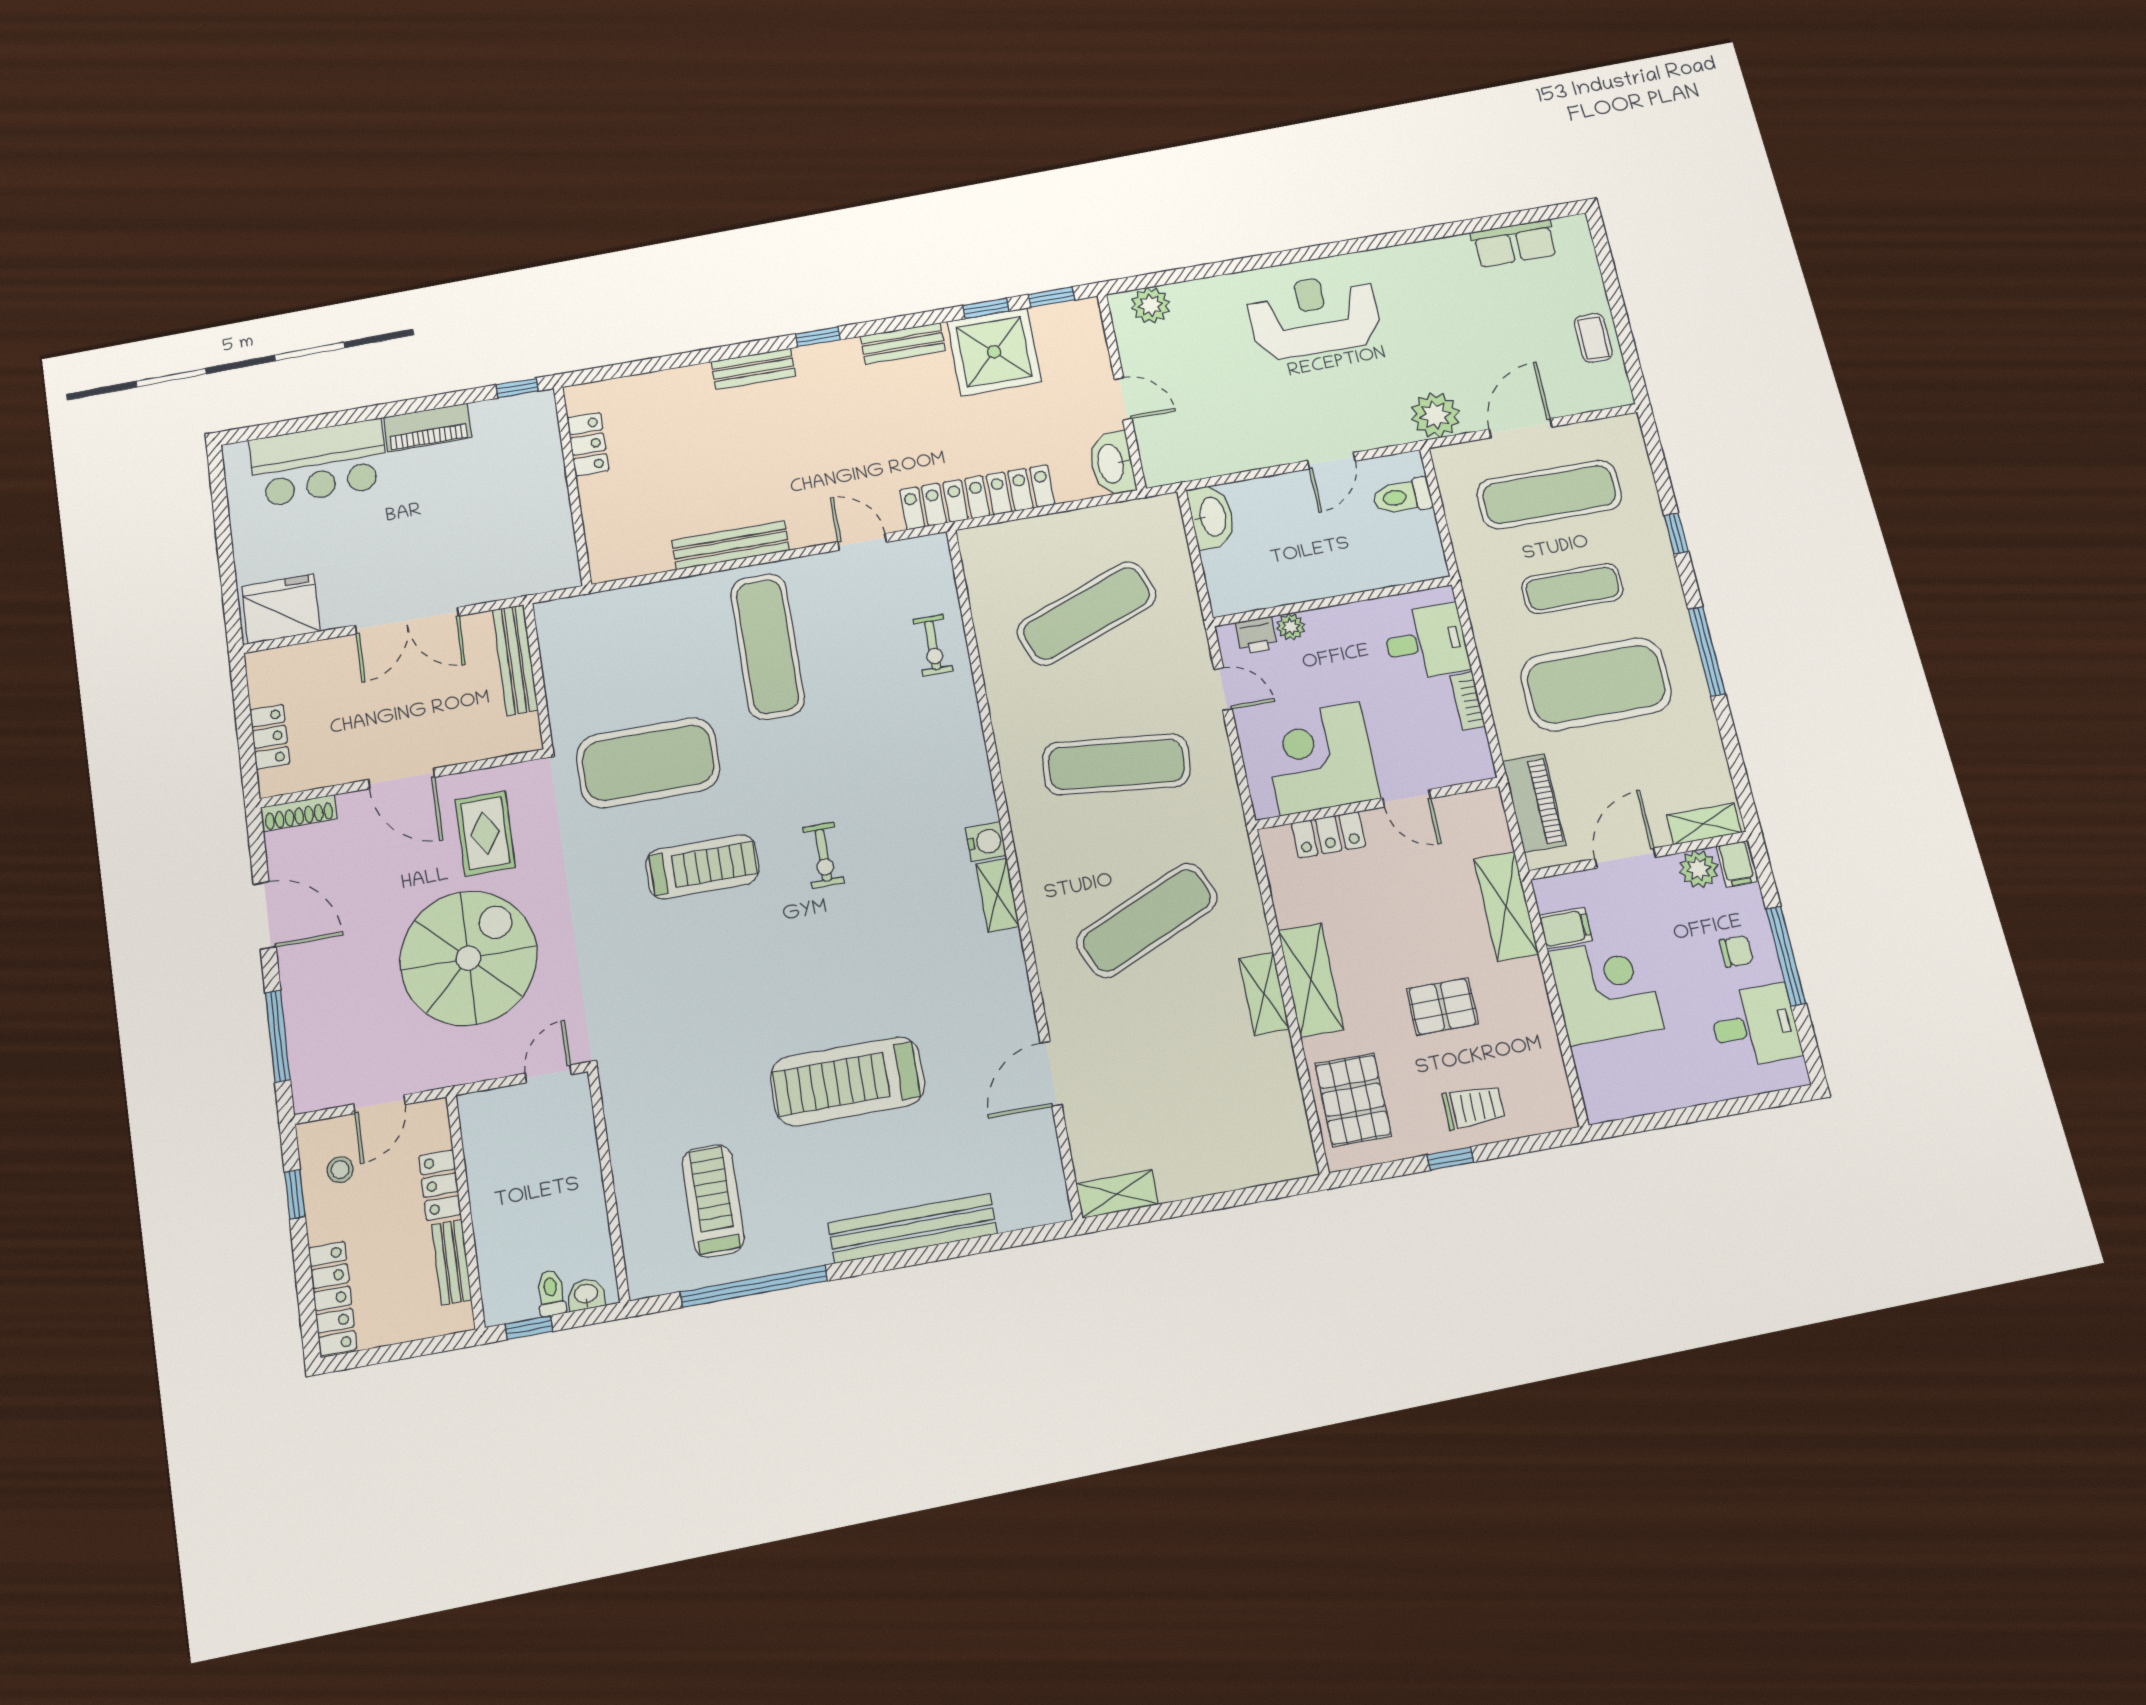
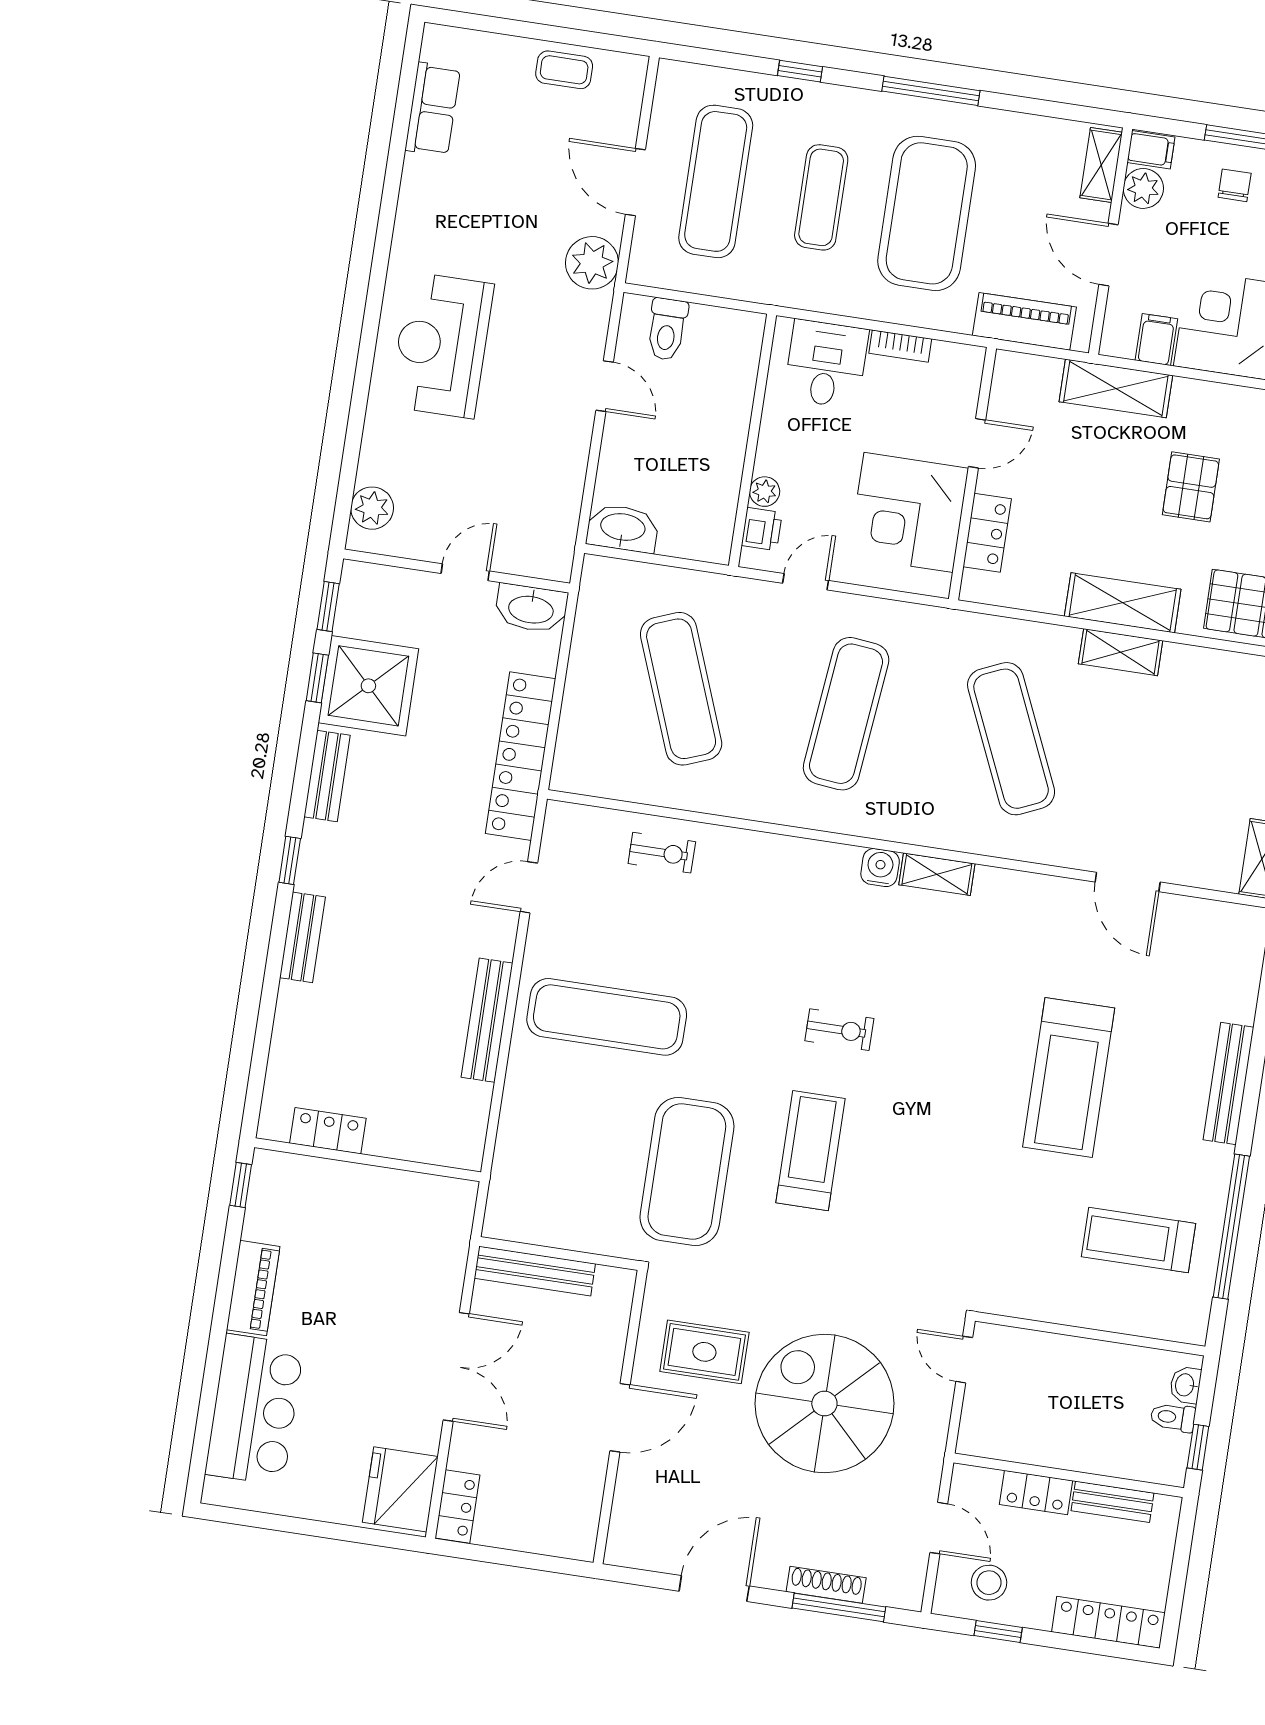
locker: (270, 737) -> (457, 1506), moved, turned 90
shoe rack: (299, 813) -> (826, 1585), moved, turned -90
stool: (340, 1170) -> (989, 1583), width x1.37, depth x1.37
bench: (913, 1228) -> (1228, 1083), width x0.73, depth x0.82

